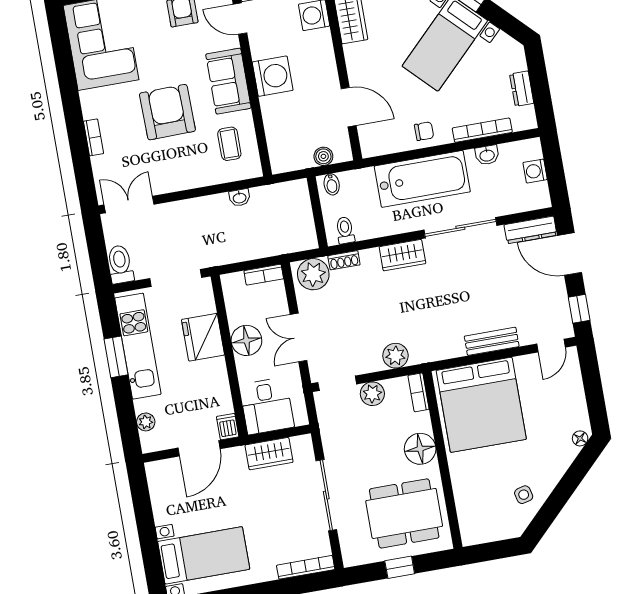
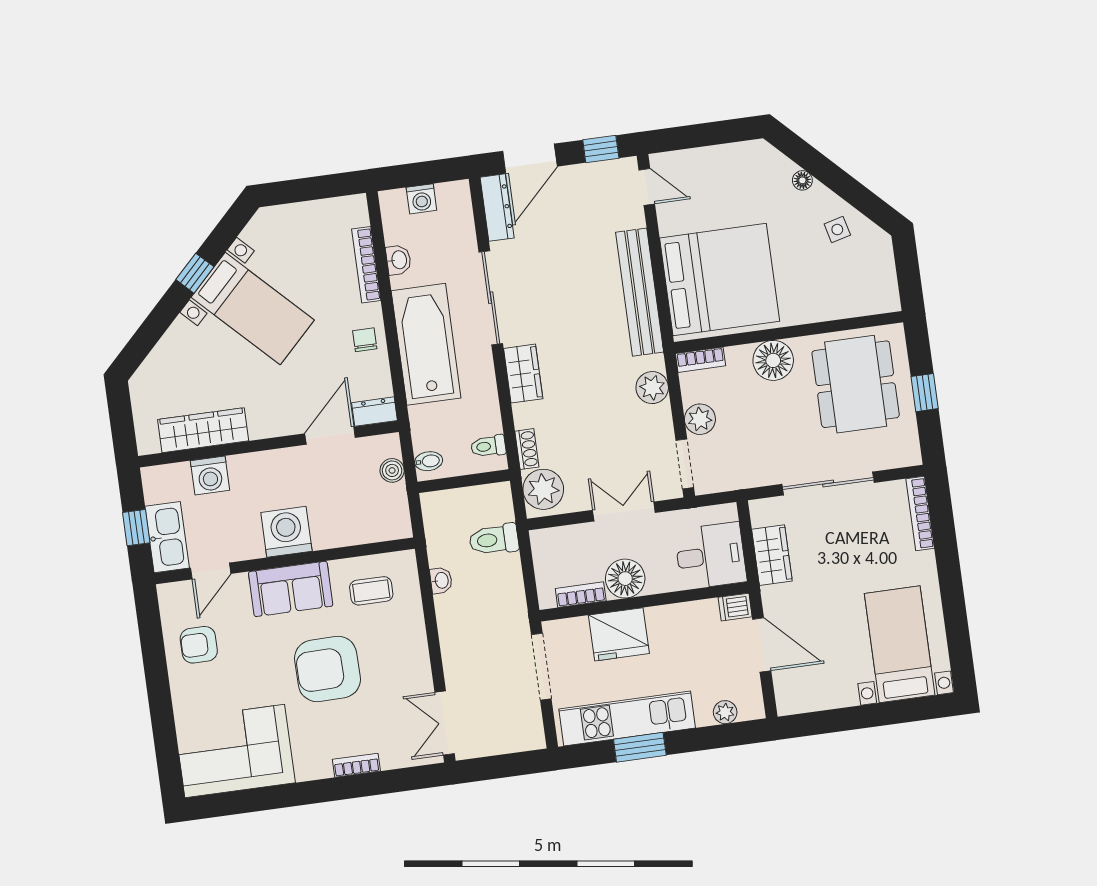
dresser: (522, 89) -> (374, 412), moved, turned 180
toilet: (120, 264) -> (494, 540), moved
bookcase: (264, 275) -> (581, 595), moved, turned -90
double door: (298, 337) -> (624, 511), swing flipped
bench: (492, 341) -> (640, 292), width x1.86, depth x1.21
floor lamp: (580, 438) -> (802, 180), moved

